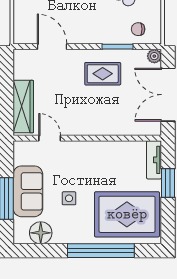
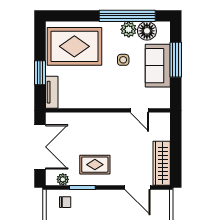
plant: (154, 56) -> (63, 179), moved
wardrobe: (23, 107) -> (162, 163), moved
plant: (63, 235) -> (129, 29), added
window: (101, 251) -> (127, 16), moved

